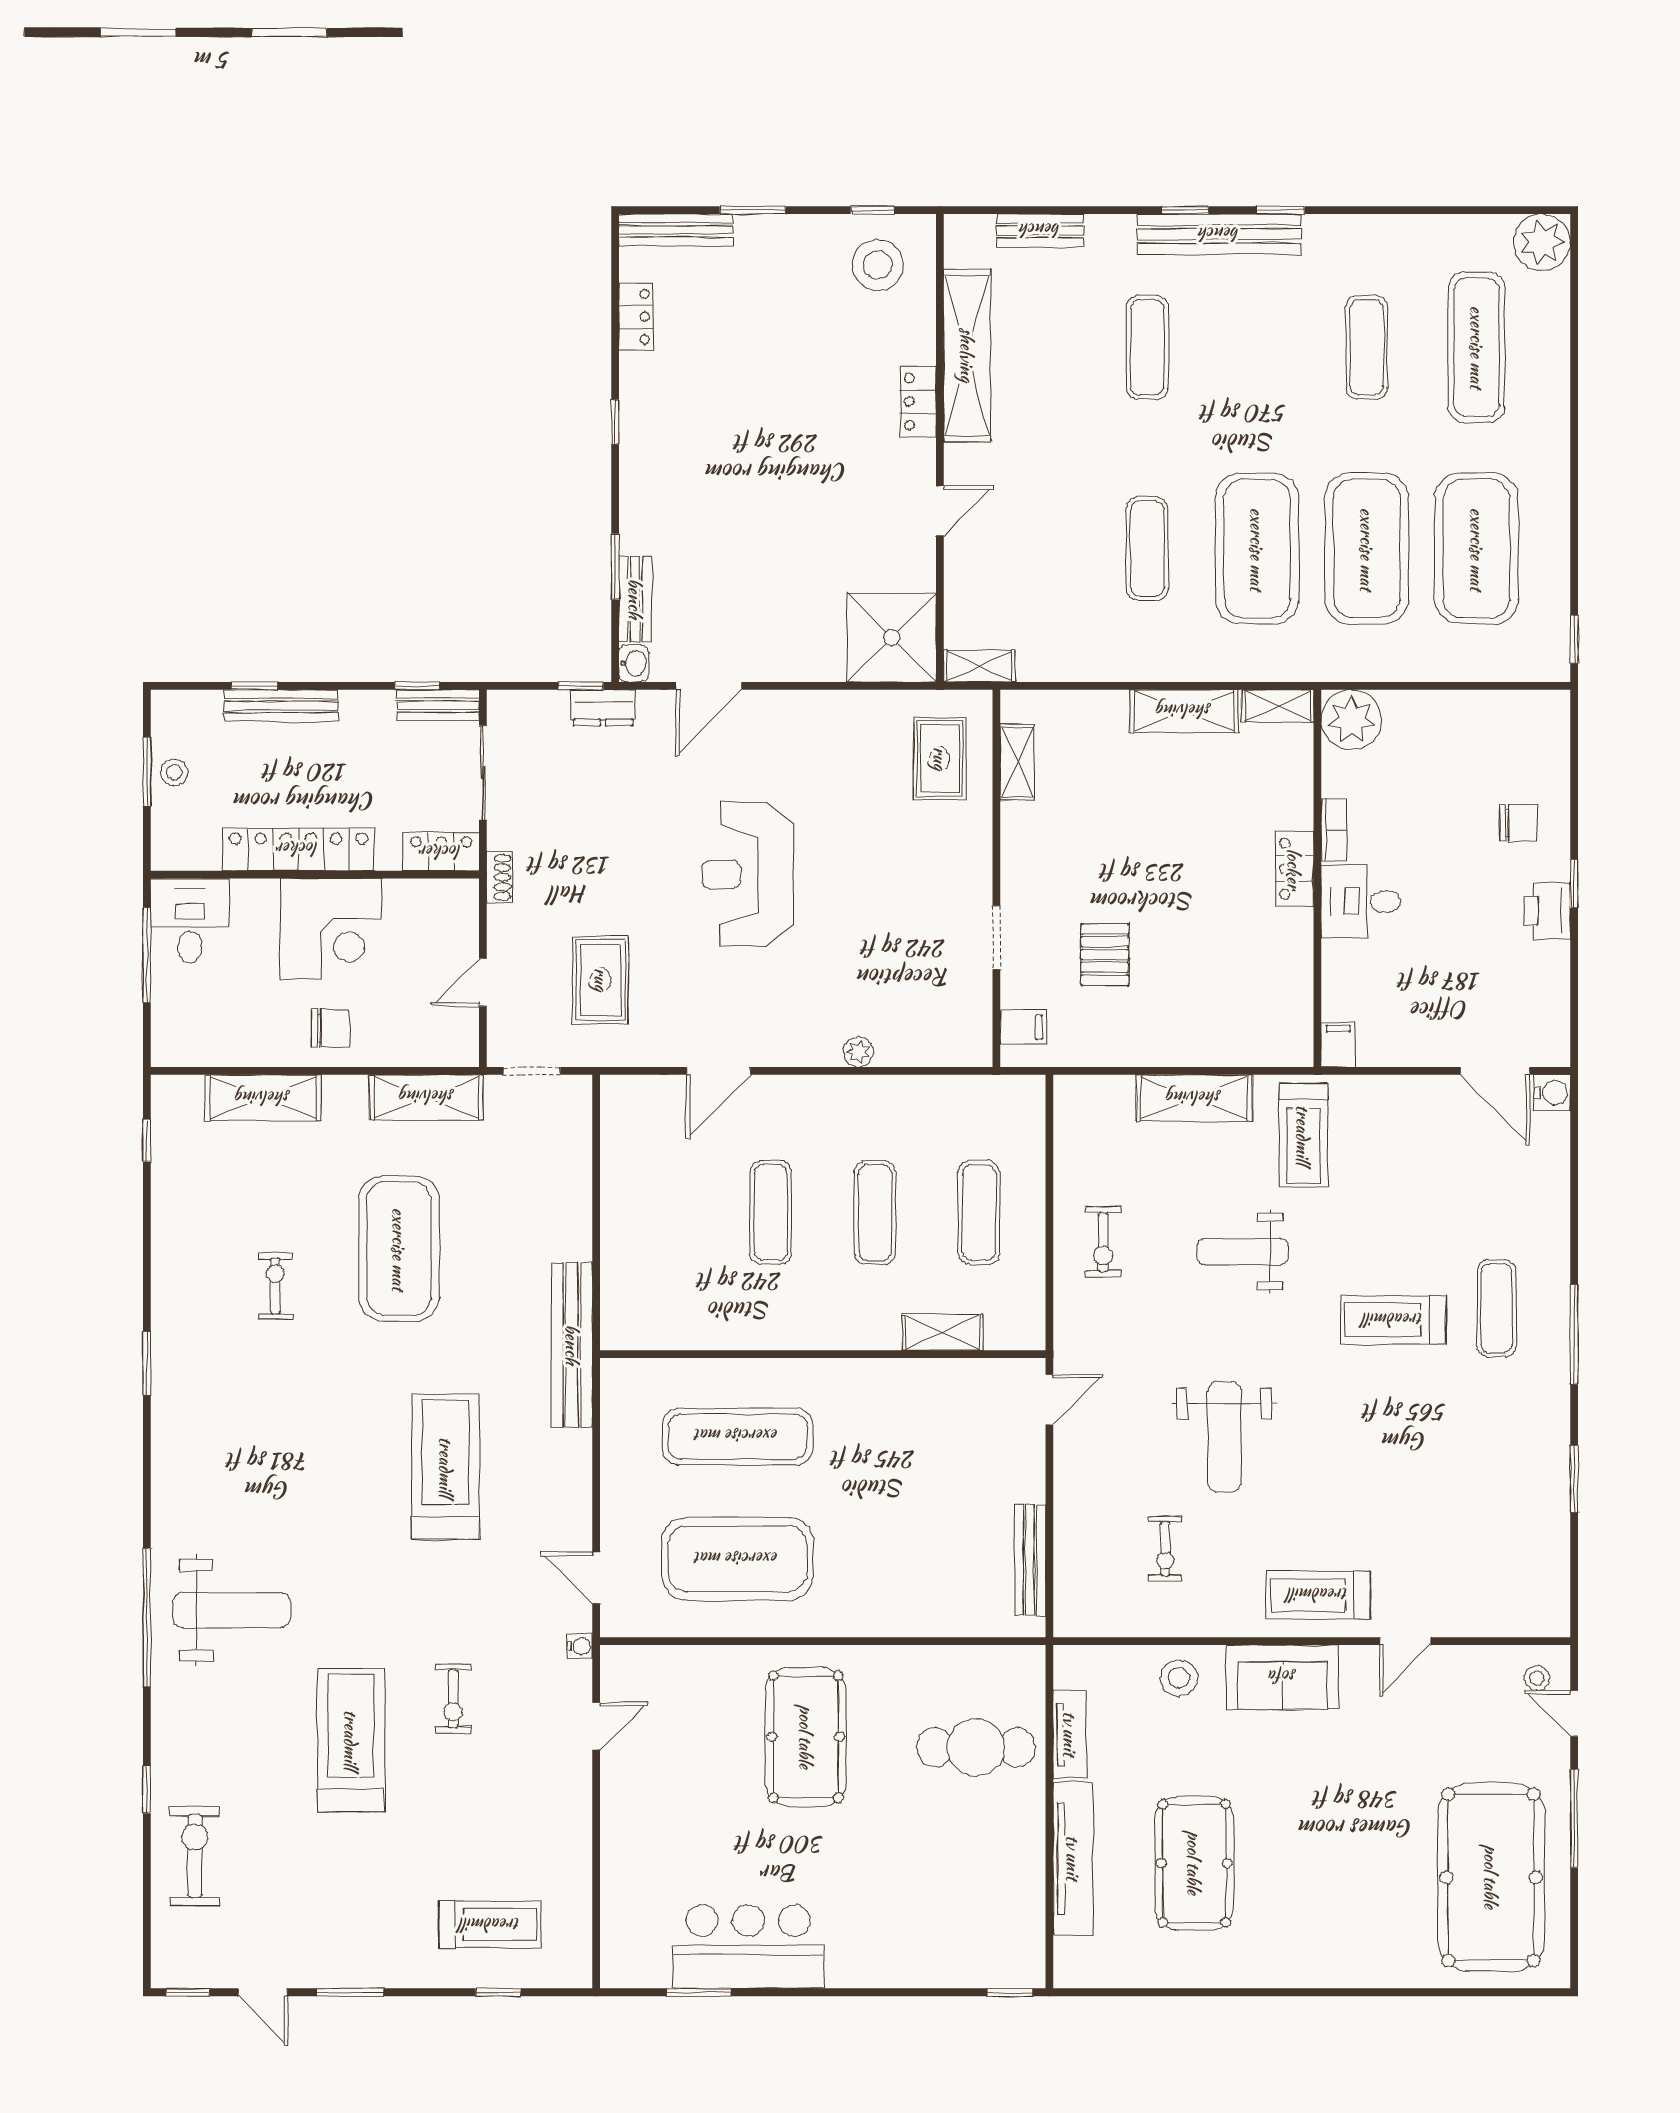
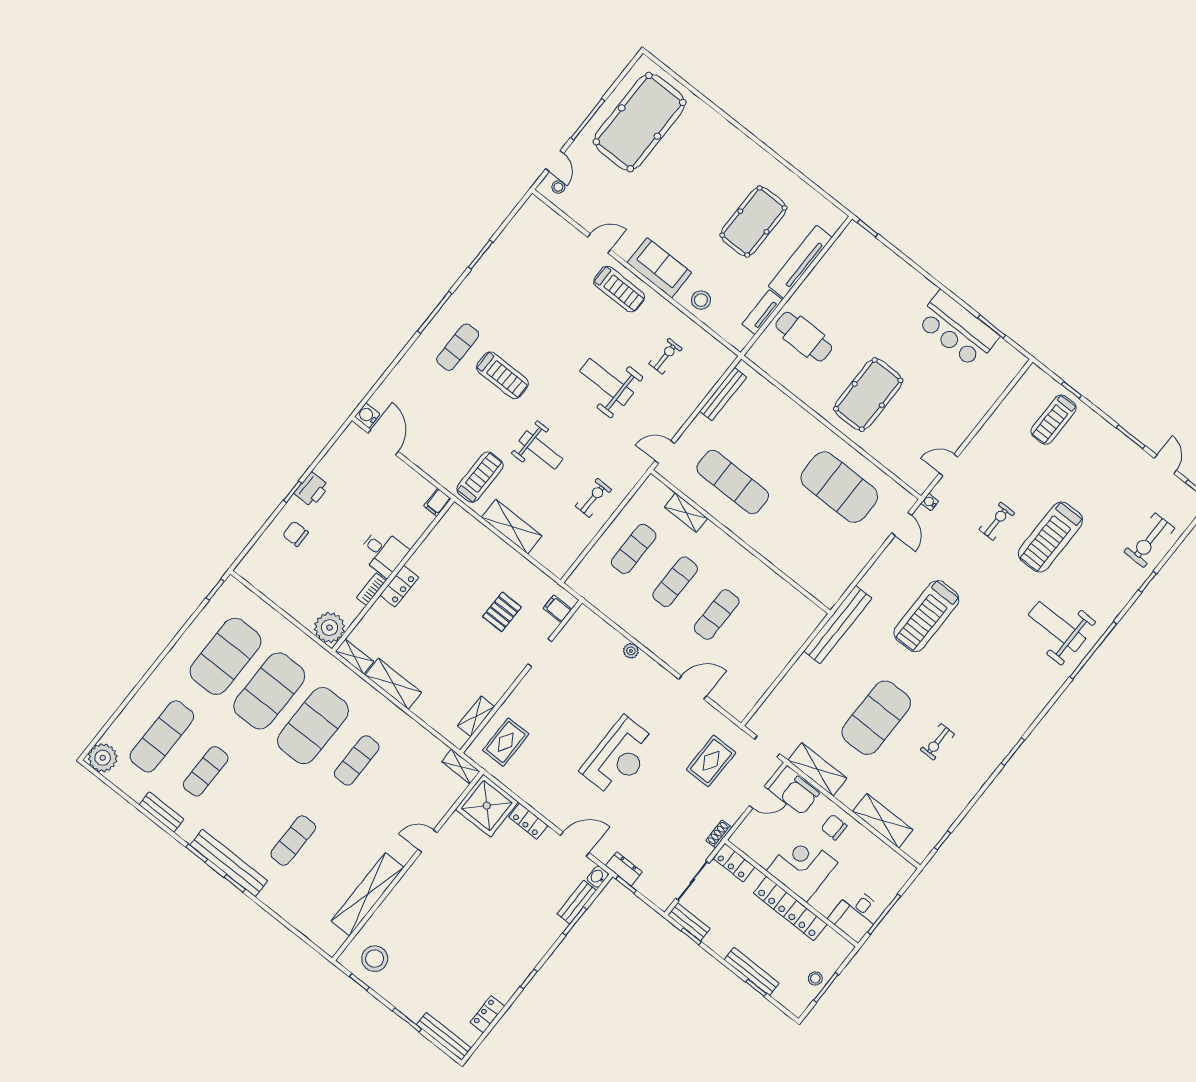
bench: (1040, 230) -> (161, 812), moved
locker: (918, 401) -> (528, 821), moved, turned 90
chair: (422, 1036) -> (800, 795), added
exercise mat: (737, 1436) -> (733, 482), moved
weight bench: (1224, 1437) -> (607, 382), turned -90
treadmill: (490, 1925) -> (1054, 420), turned -90

